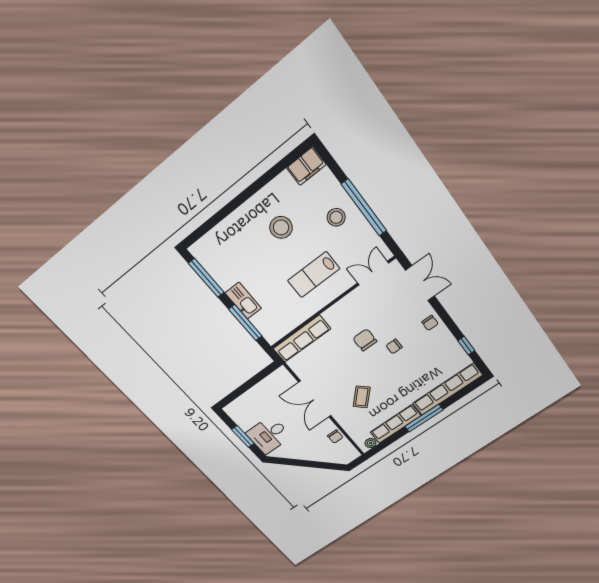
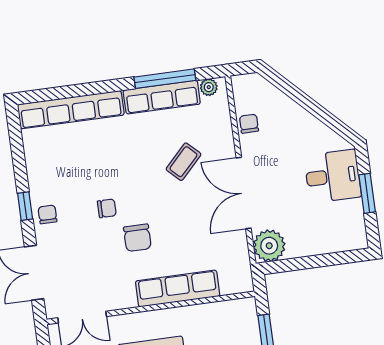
row of seats: (302, 339) -> (178, 289), moved
window: (466, 346) -> (25, 206), moved
plant: (281, 379) -> (269, 246), added
double door: (315, 399) -> (244, 193), swing flipped
window: (424, 418) -> (165, 79), moved

